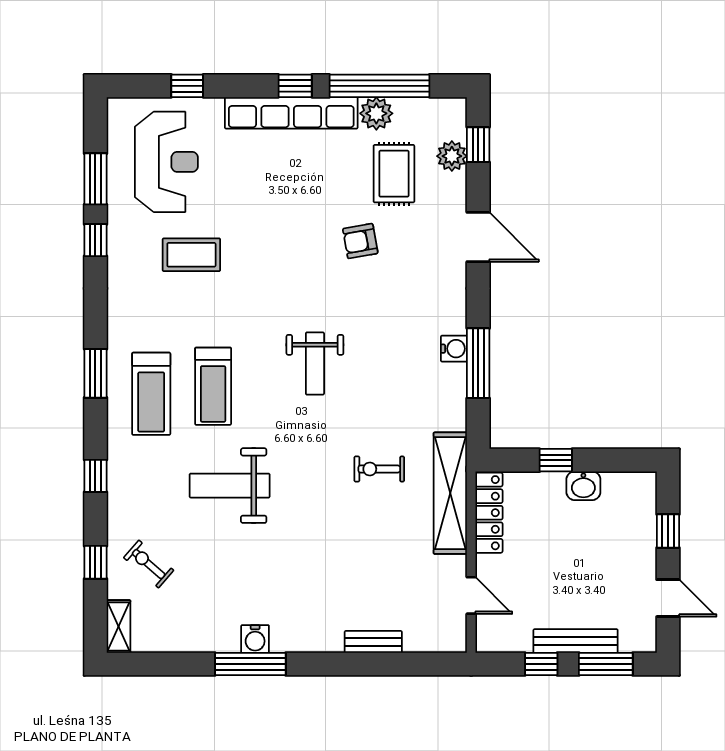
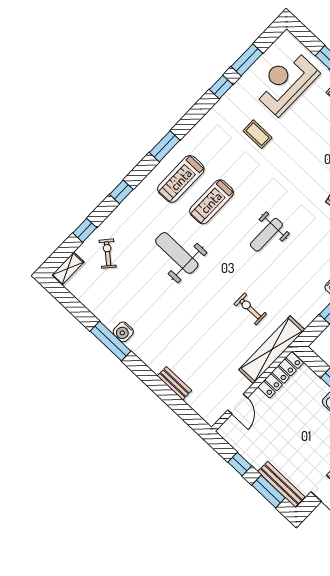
reception desk: (166, 162) -> (286, 82), turned 180
coffee table: (191, 255) -> (257, 134), width x0.73, depth x0.77
bench: (576, 641) -> (281, 484), moved

